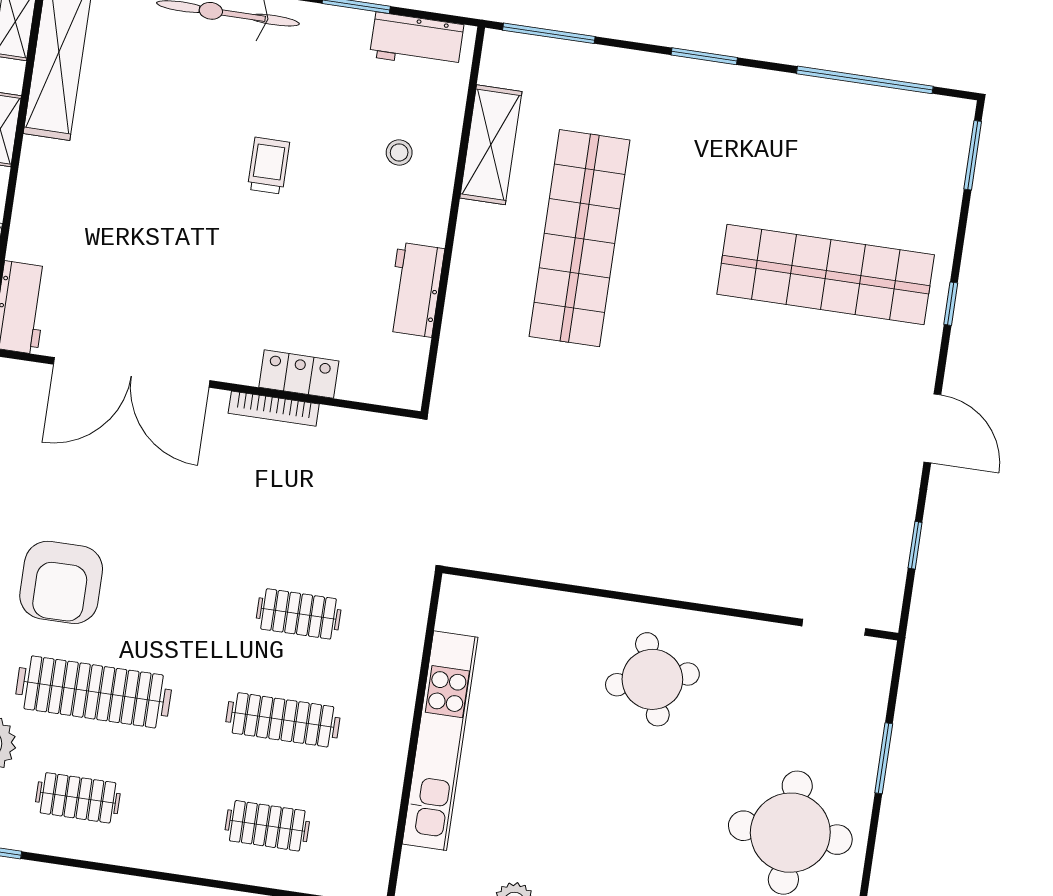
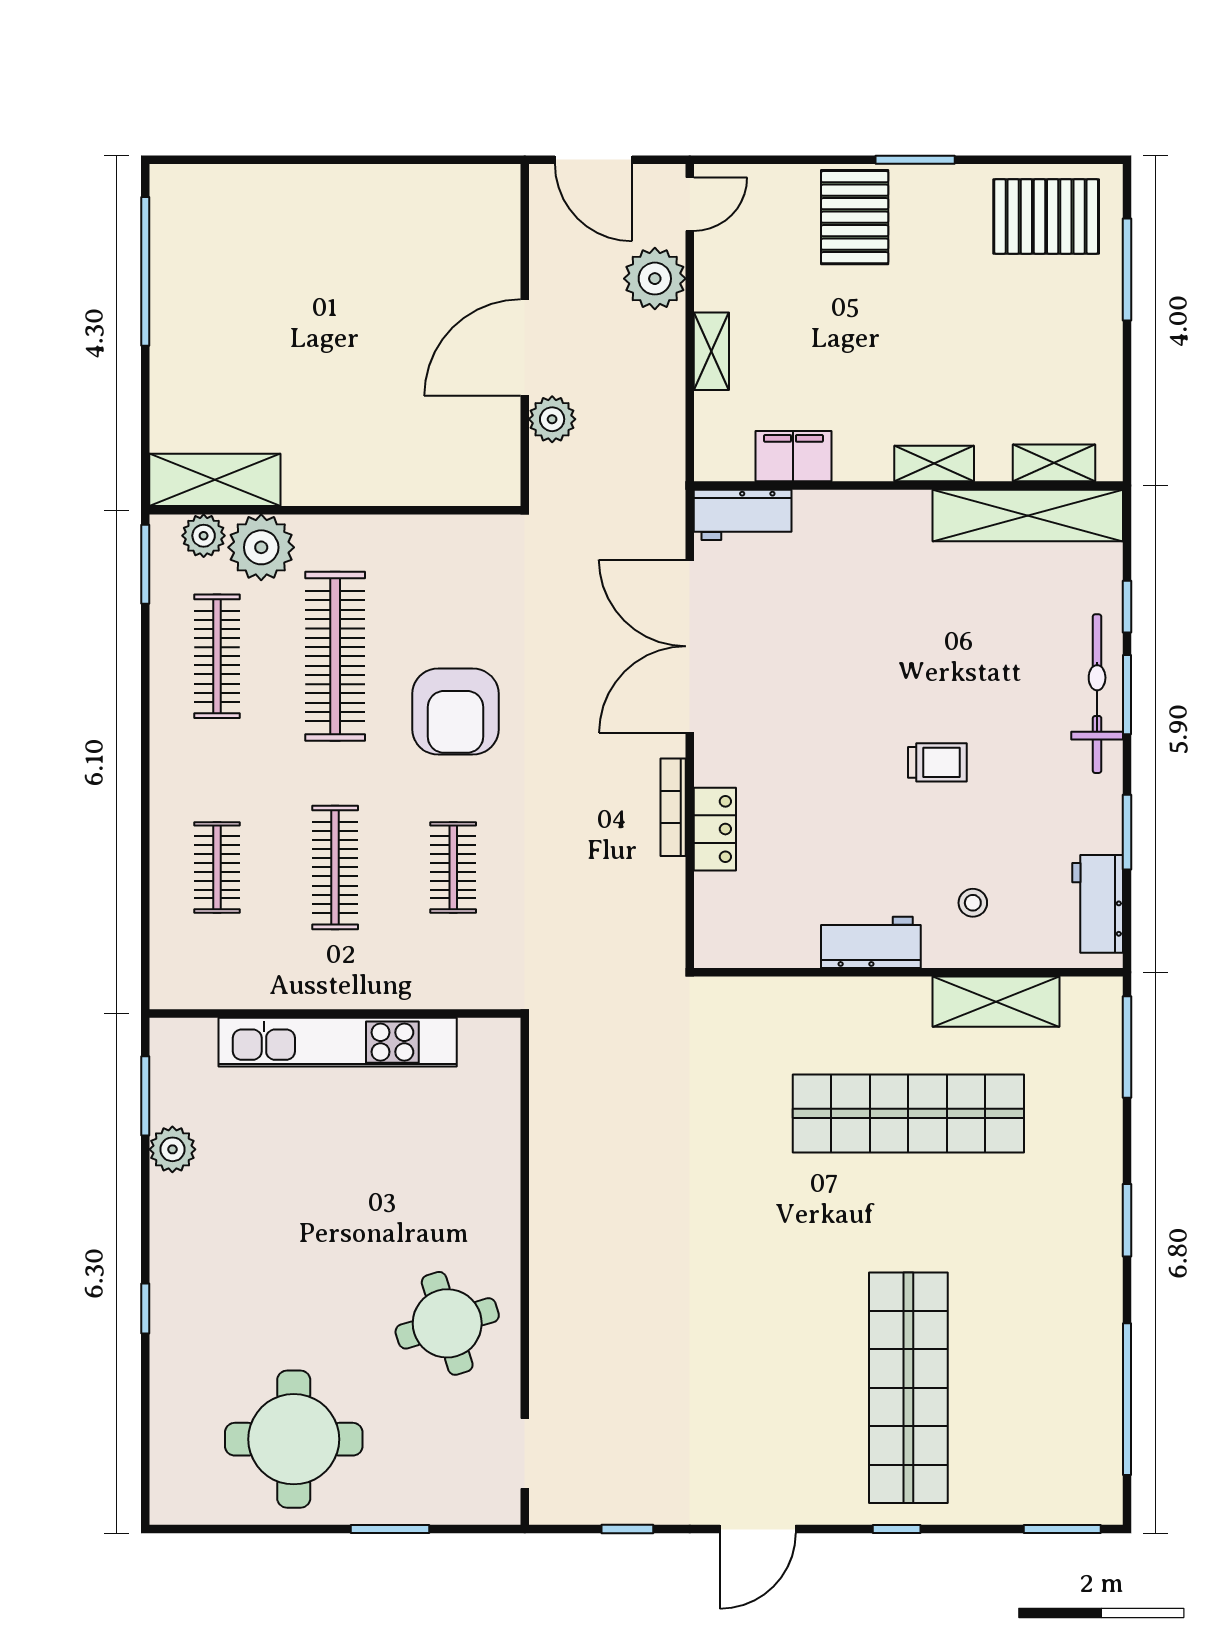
workbench: (415, 290) -> (871, 942), moved
armchair: (61, 582) -> (455, 712), moved, turned -90
round table: (652, 679) -> (447, 1323), moved
clothes rail: (78, 798) -> (217, 656), width x1.36

